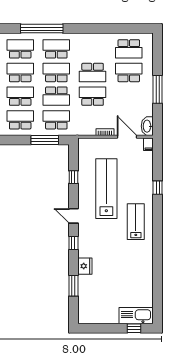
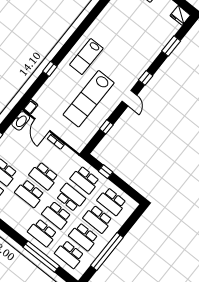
school desk: (93, 73) -> (30, 193), turned 180
window: (45, 140) -> (106, 172), width x0.46
fridge: (85, 266) -> (180, 15), moved, turned -90

